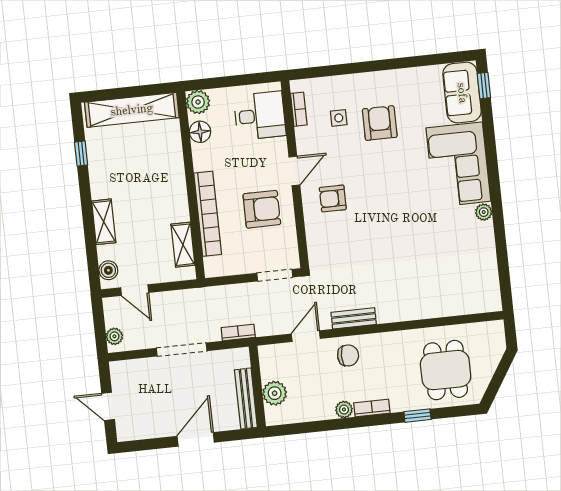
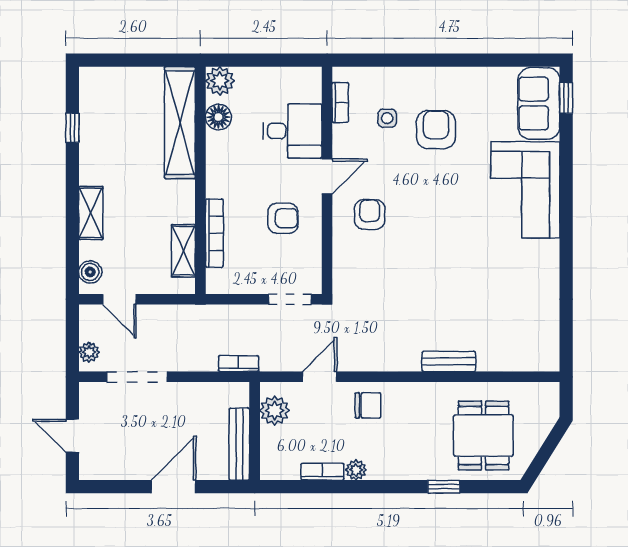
shelving: (132, 110) -> (180, 123), moved, turned 90
desk: (260, 116) -> (293, 131), moved
armchair: (333, 198) -> (370, 214), turned 90
armchair: (262, 209) -> (283, 218), width x0.72, depth x0.72
plant: (484, 212) -> (550, 250), removed
bookcase: (208, 214) -> (214, 233), width x0.68, depth x0.76
bench: (354, 318) -> (449, 361), moved
doorway: (182, 350) -> (137, 377), moved
plant: (275, 393) -> (275, 411), moved
bookcase: (372, 408) -> (322, 472), moved

